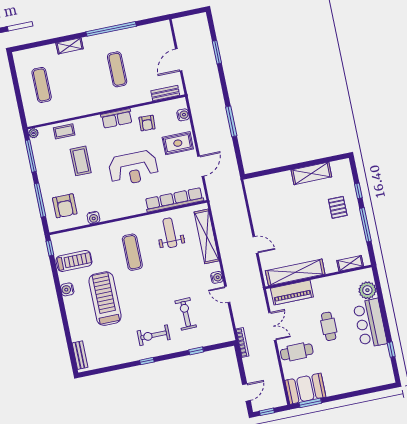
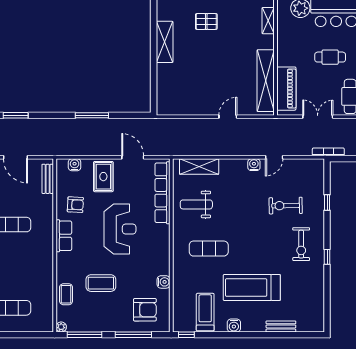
shelving: (207, 236) -> (199, 166), width x0.68
bench: (80, 355) -> (281, 326), moved

